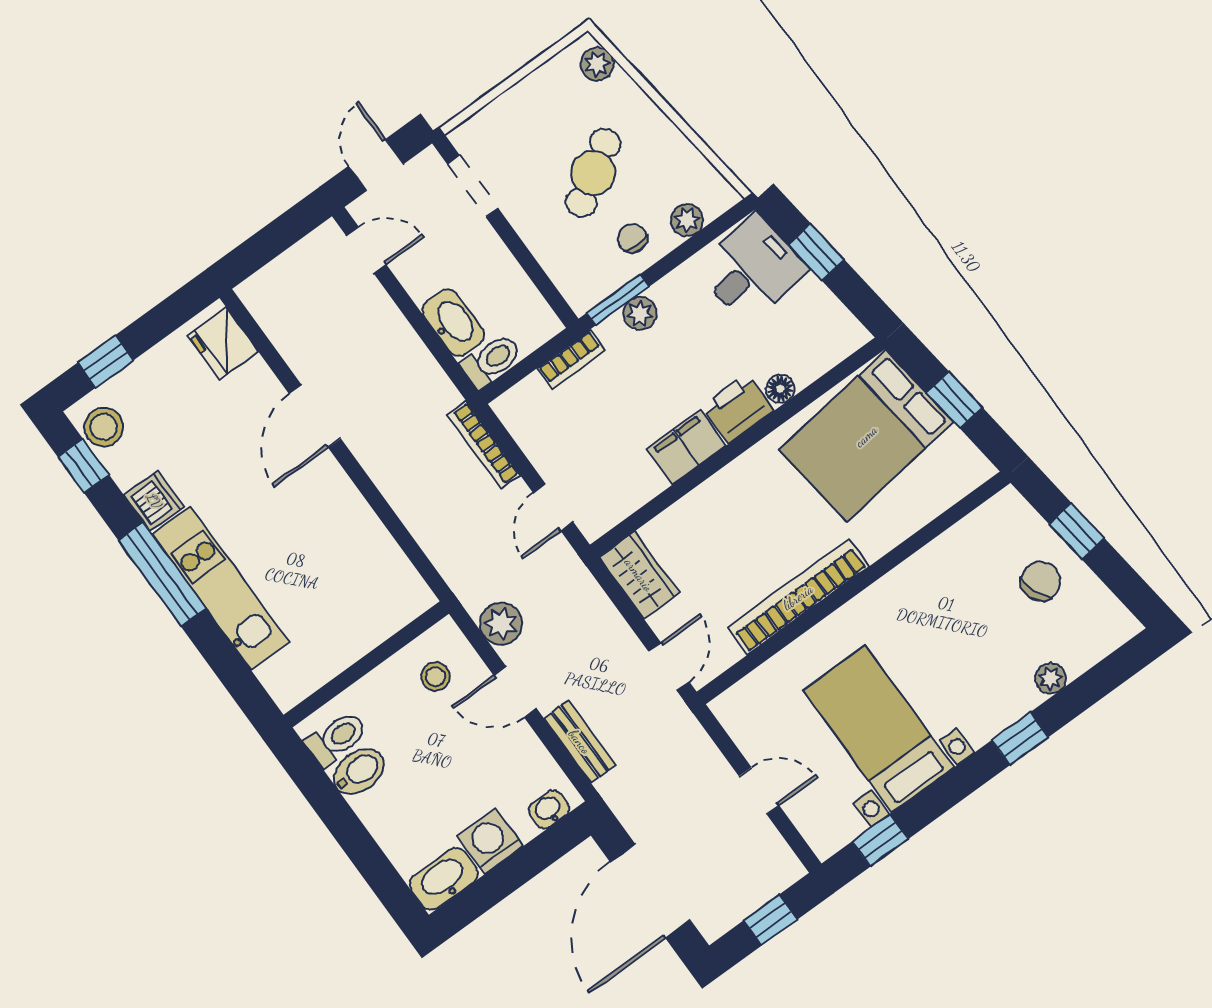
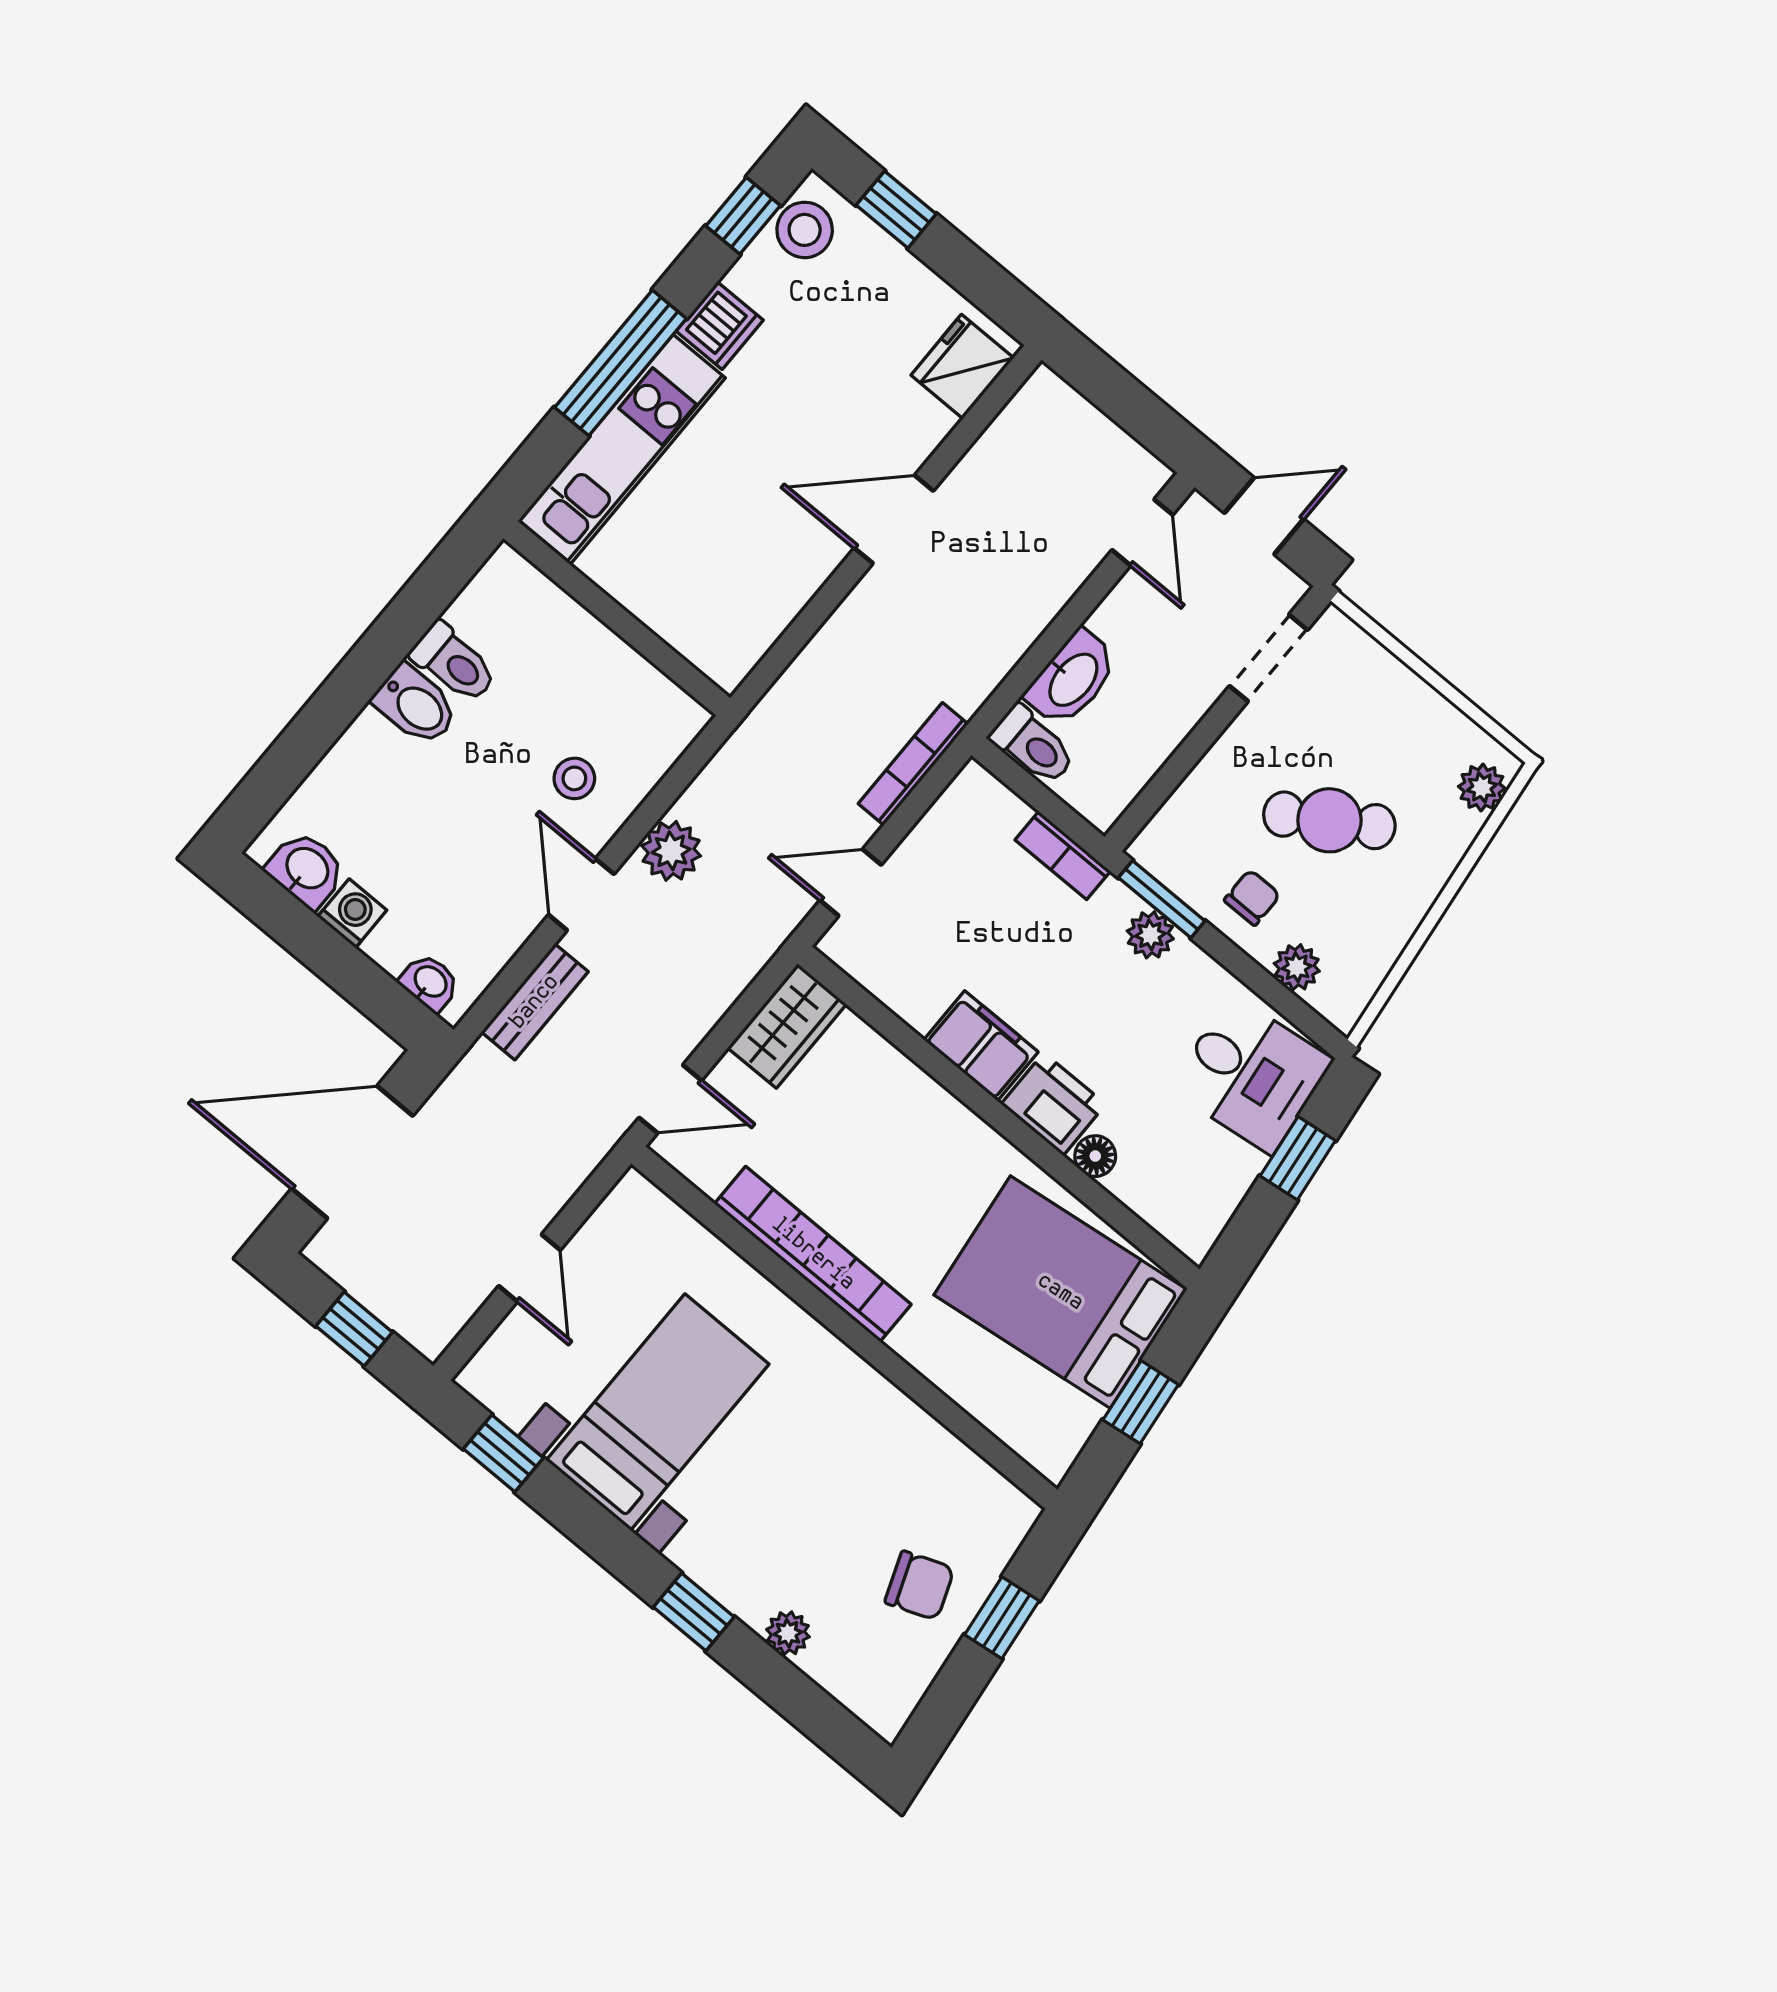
wall: (366, 664) -> (617, 618), moved
washing machine: (490, 841) -> (352, 913), width x0.73, depth x0.73
washbasin: (444, 879) -> (306, 869), width x0.72

